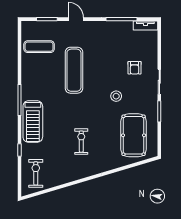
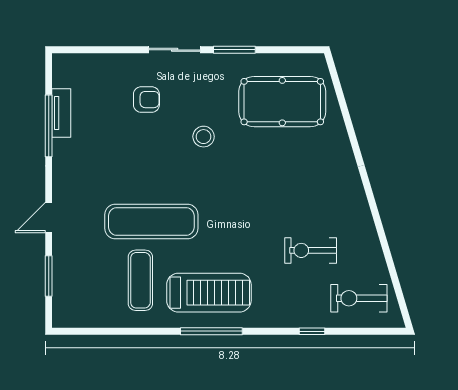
tv unit: (145, 25) -> (61, 113), moved
exercise mat: (39, 47) -> (140, 280), moved
treadmill: (33, 122) -> (209, 293), moved
exercise bike: (81, 142) -> (311, 250), moved

